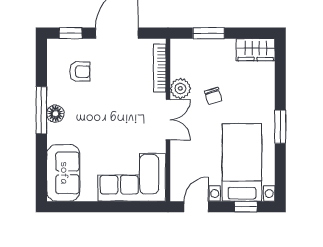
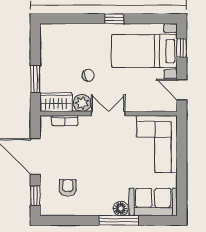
wardrobe: (256, 50) -> (56, 102), moved, turned -90
bookcase: (160, 68) -> (65, 120), width x0.64
window: (41, 110) -> (119, 220), moved
floor lamp: (55, 114) -> (121, 208), moved
window: (280, 127) -> (114, 19), width x0.67

